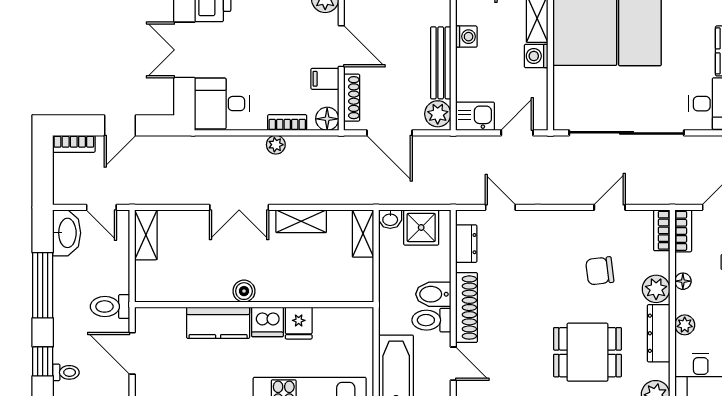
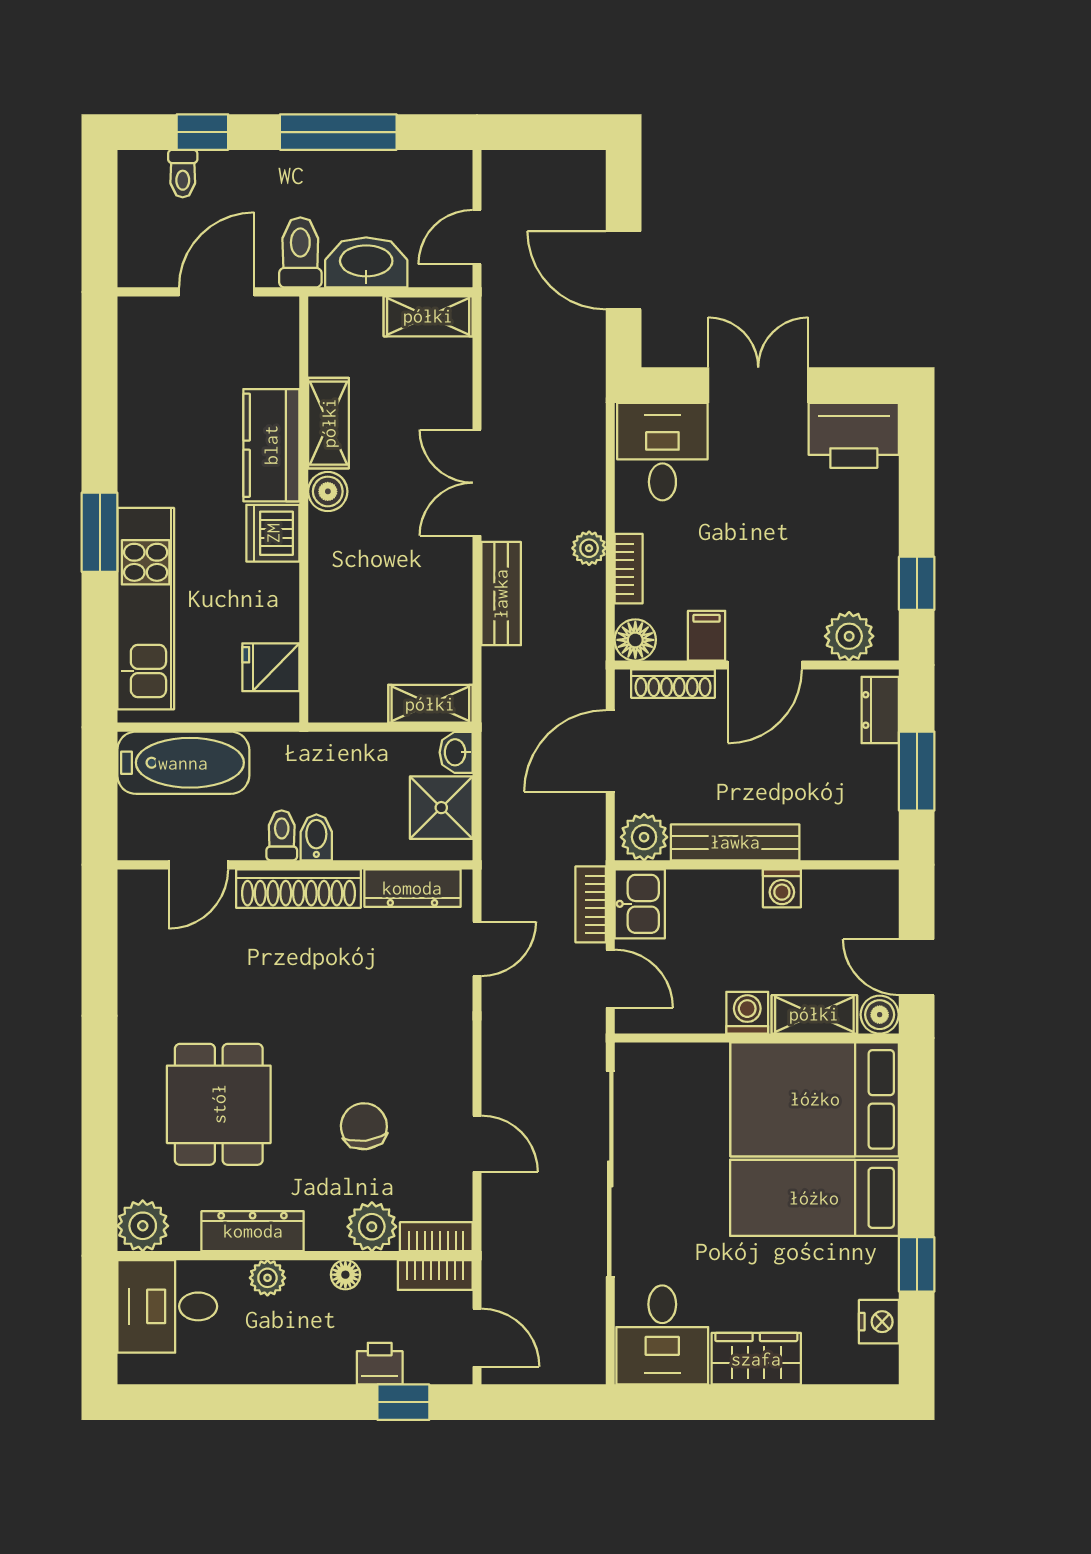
door: (120, 125) -> (624, 270), width x1.38
bookcase: (74, 144) -> (591, 904), moved
bench: (301, 194) -> (501, 594), added
shelving: (301, 221) -> (329, 423), moved
washbasin: (67, 233) -> (366, 262), moved, turned 180
dresser: (466, 244) -> (412, 888), width x1.44
plant: (656, 289) -> (372, 1227), moved
bidet: (433, 294) -> (316, 837), width x0.72, depth x0.74
toilet: (431, 320) -> (282, 835), width x0.73, depth x0.72
fridge: (299, 323) -> (271, 667), moved

